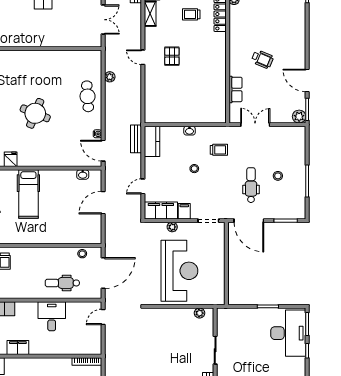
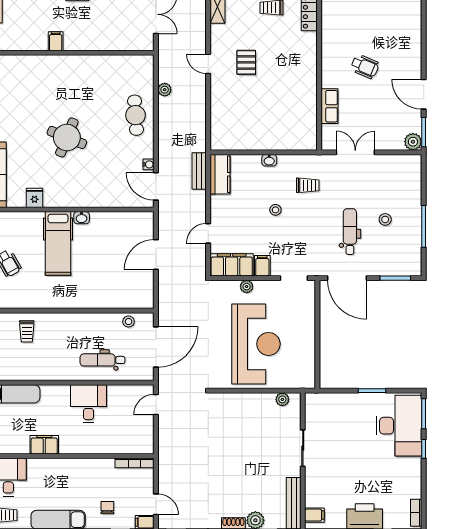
filing cabinet: (27, 40) -> (56, 41), added
washbasin: (83, 175) -> (82, 218), moved

